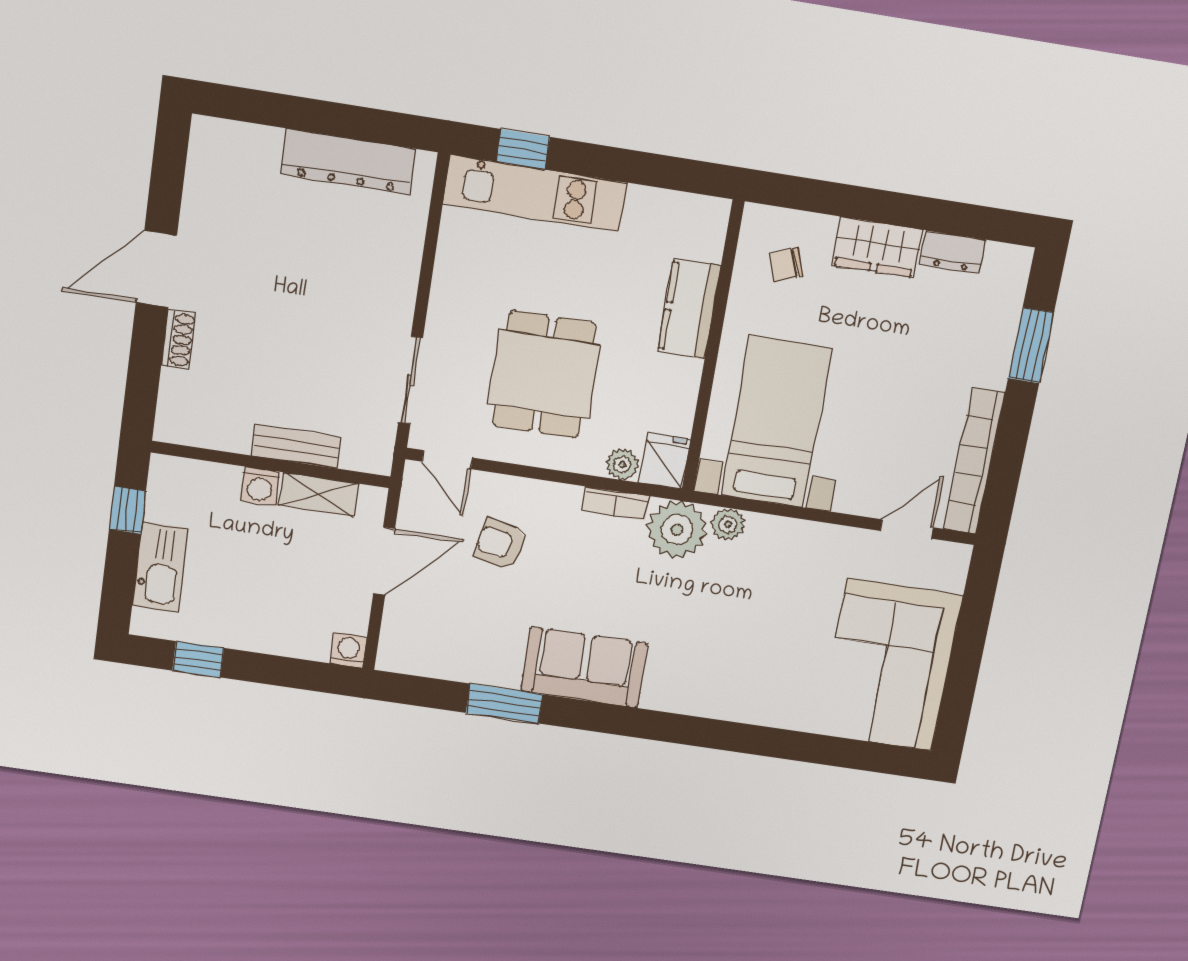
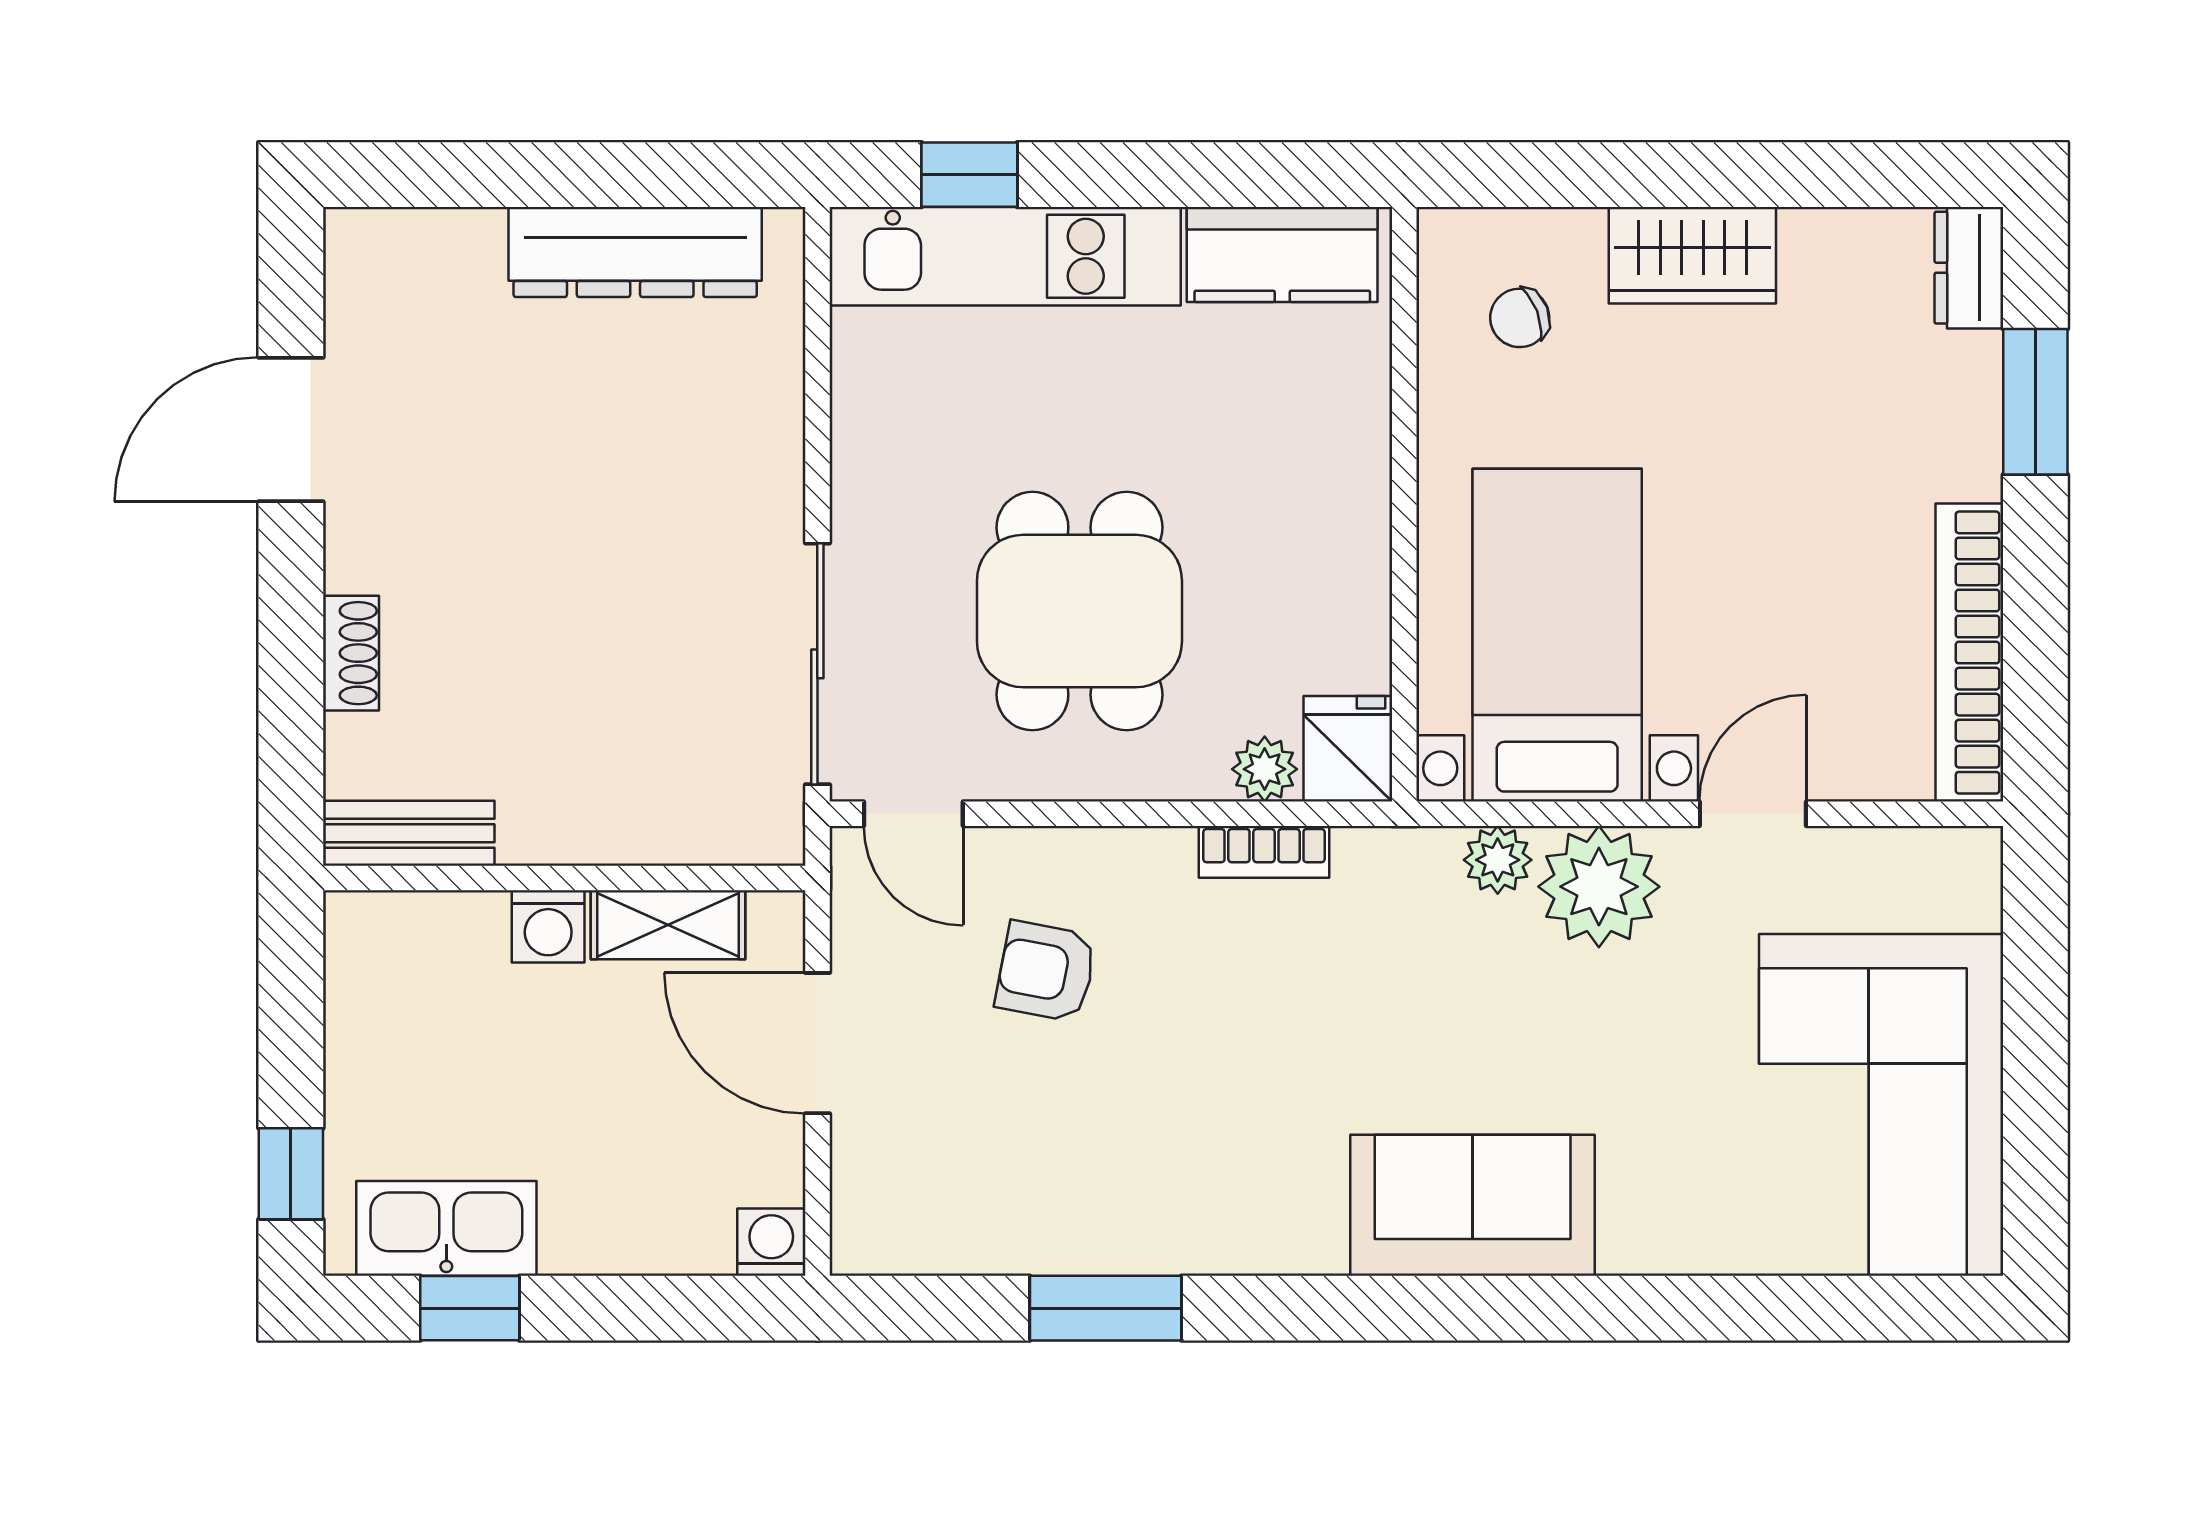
dresser: (953, 252) -> (1969, 268), moved, turned 90
door: (156, 269) -> (291, 430), moved
kitchen counter: (689, 309) -> (1282, 254), moved, turned -90
sliding door: (411, 380) -> (817, 664), width x1.37
bench: (296, 446) -> (409, 833), moved
window: (127, 510) -> (291, 1174), moved
door: (907, 529) -> (1753, 814), moved
plant: (677, 530) -> (1599, 887), moved
door: (384, 561) -> (817, 1043), swing flipped
kitchen sink: (160, 567) -> (446, 1228), moved, turned -90
sofa: (584, 667) -> (1473, 1205), moved

